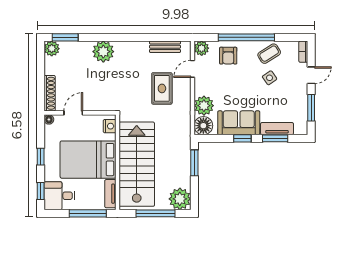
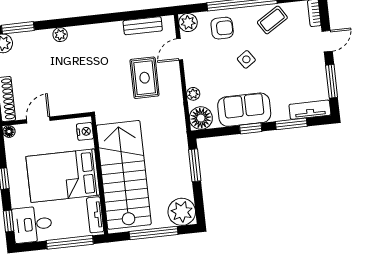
plant: (103, 52) -> (60, 35), width x0.53, depth x0.53
armchair: (228, 56) -> (222, 28), turned -90
side table: (270, 78) -> (246, 59), moved
plant: (204, 106) -> (193, 94), width x0.53, depth x0.53
tv unit: (277, 129) -> (310, 110), moved

